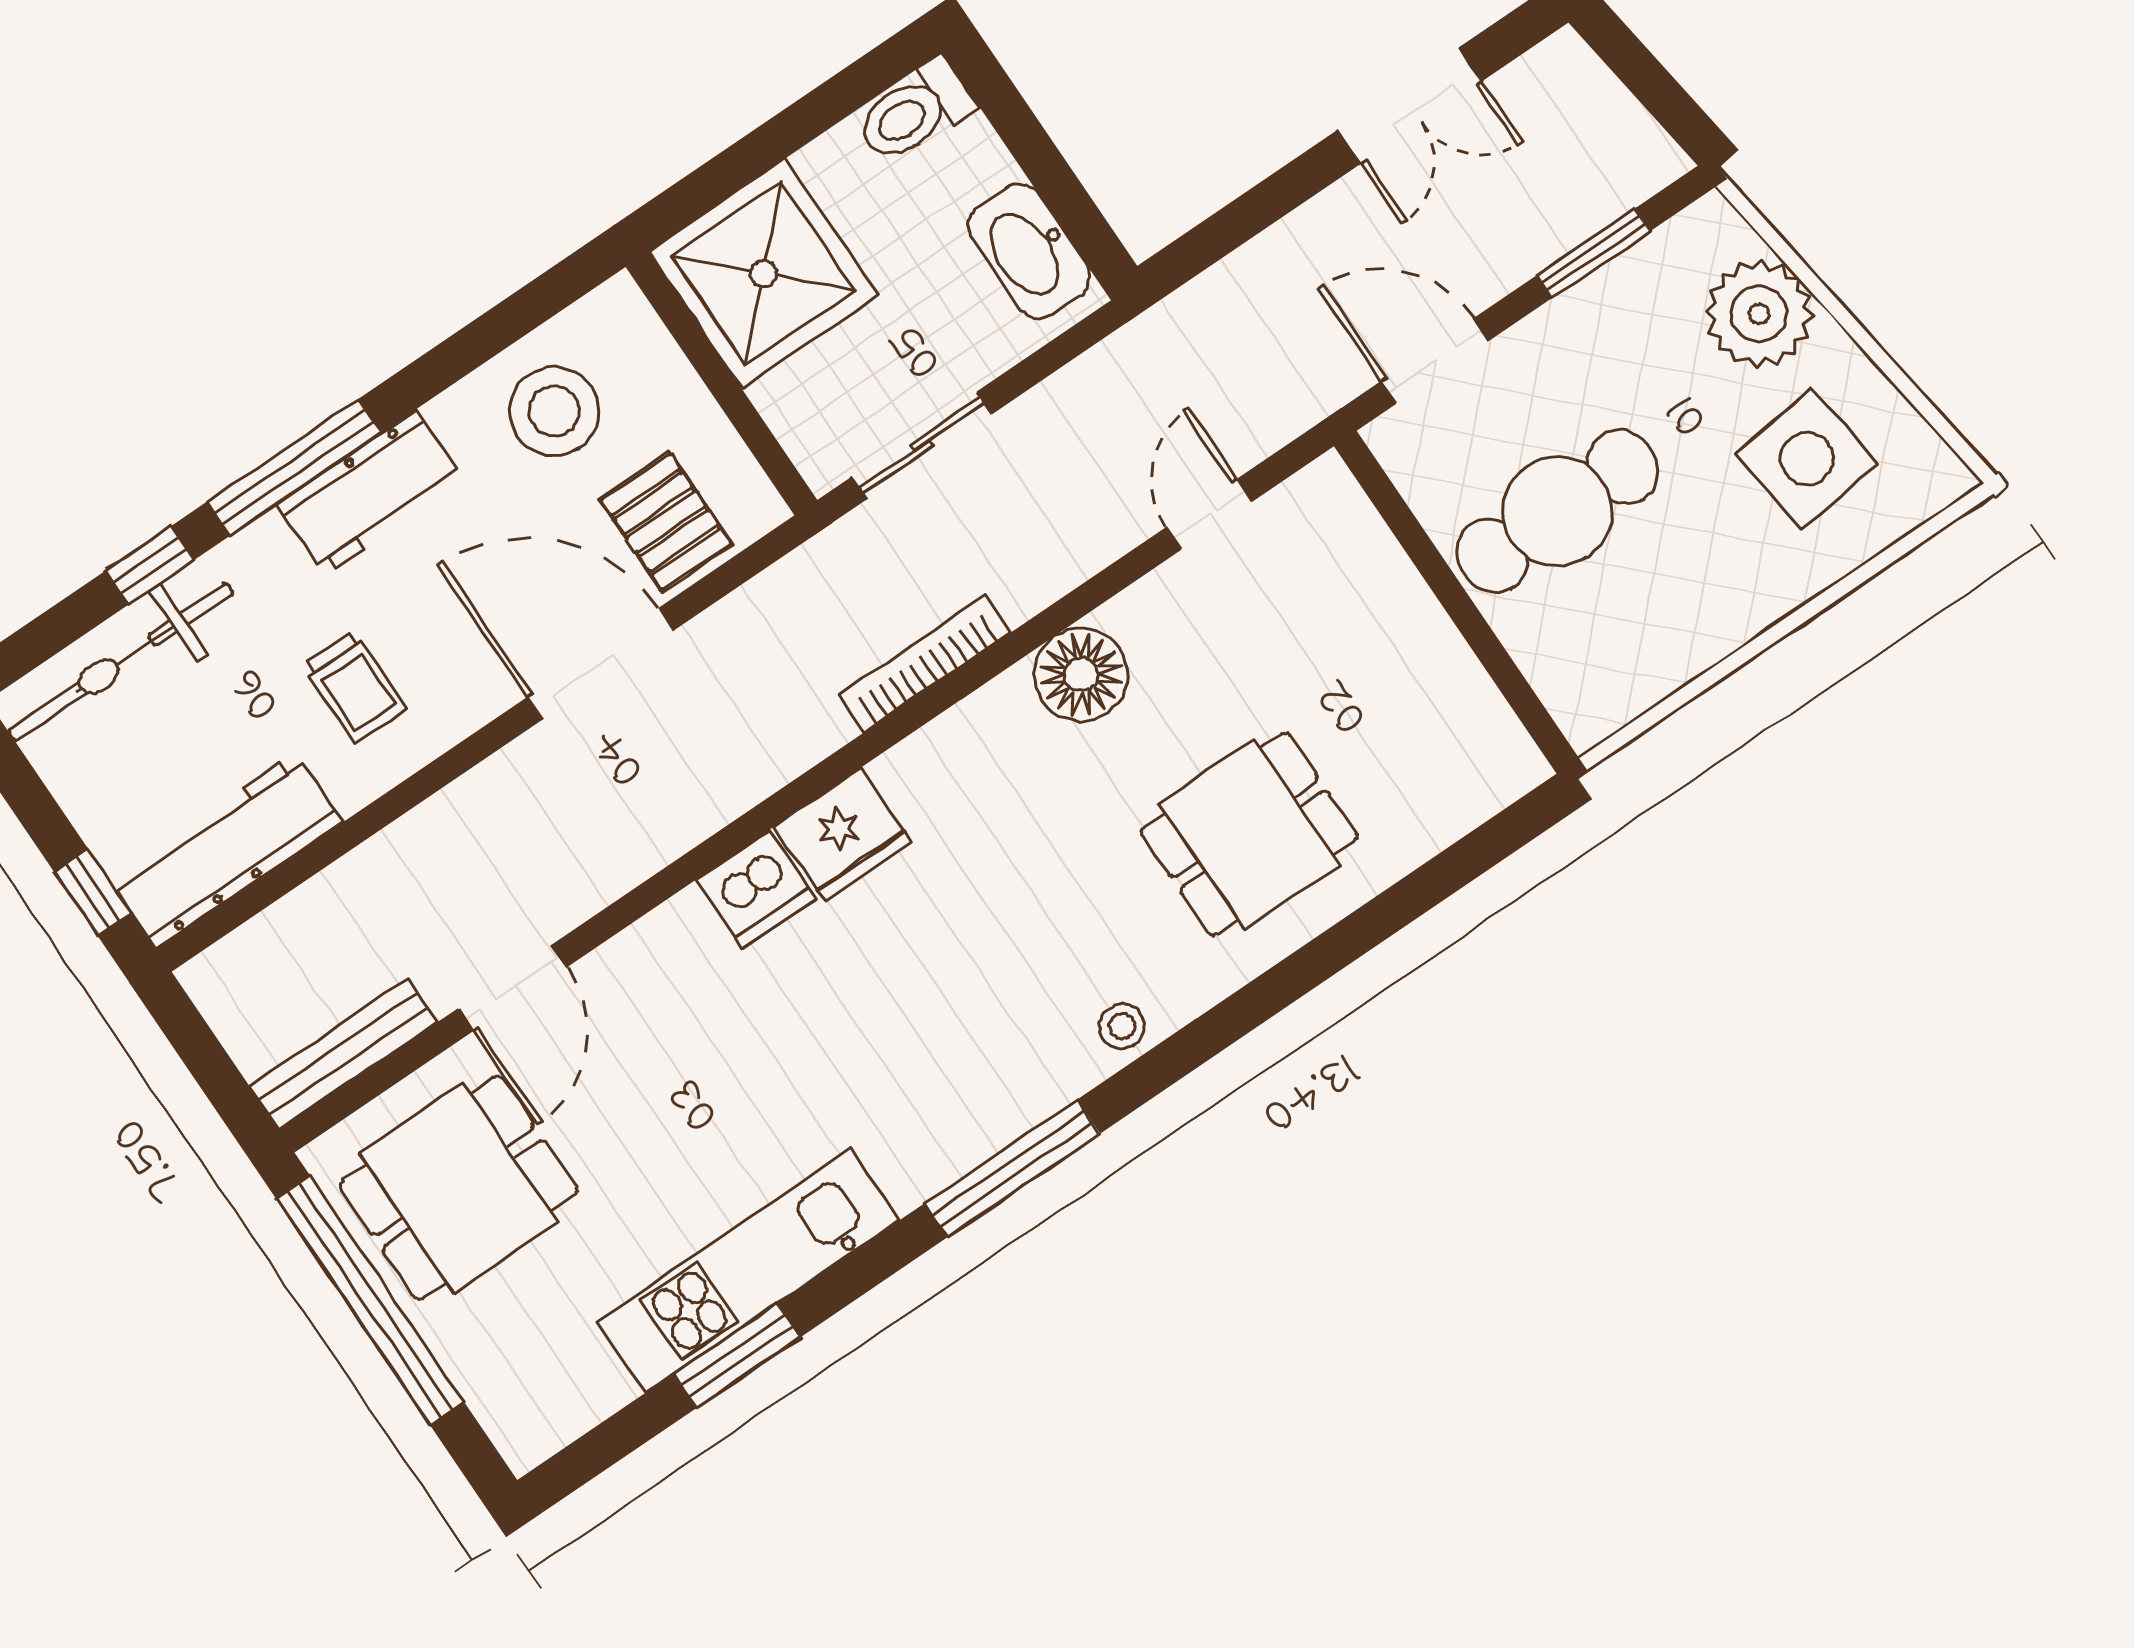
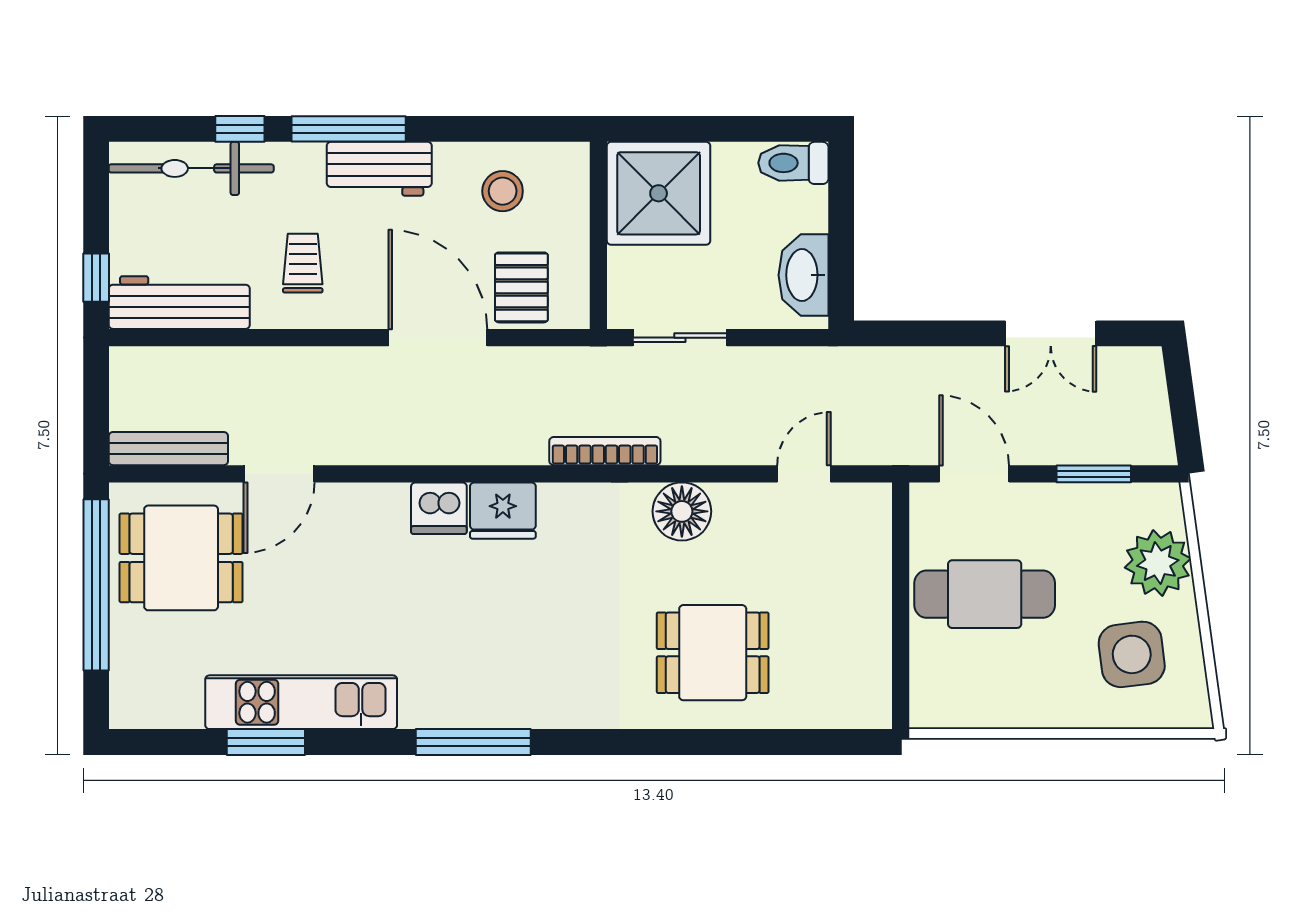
stool: (554, 411) -> (503, 191), width x0.73, depth x0.73
trolley: (354, 687) -> (303, 263), turned 180
stool: (1122, 1026) -> (580, 707), removed

